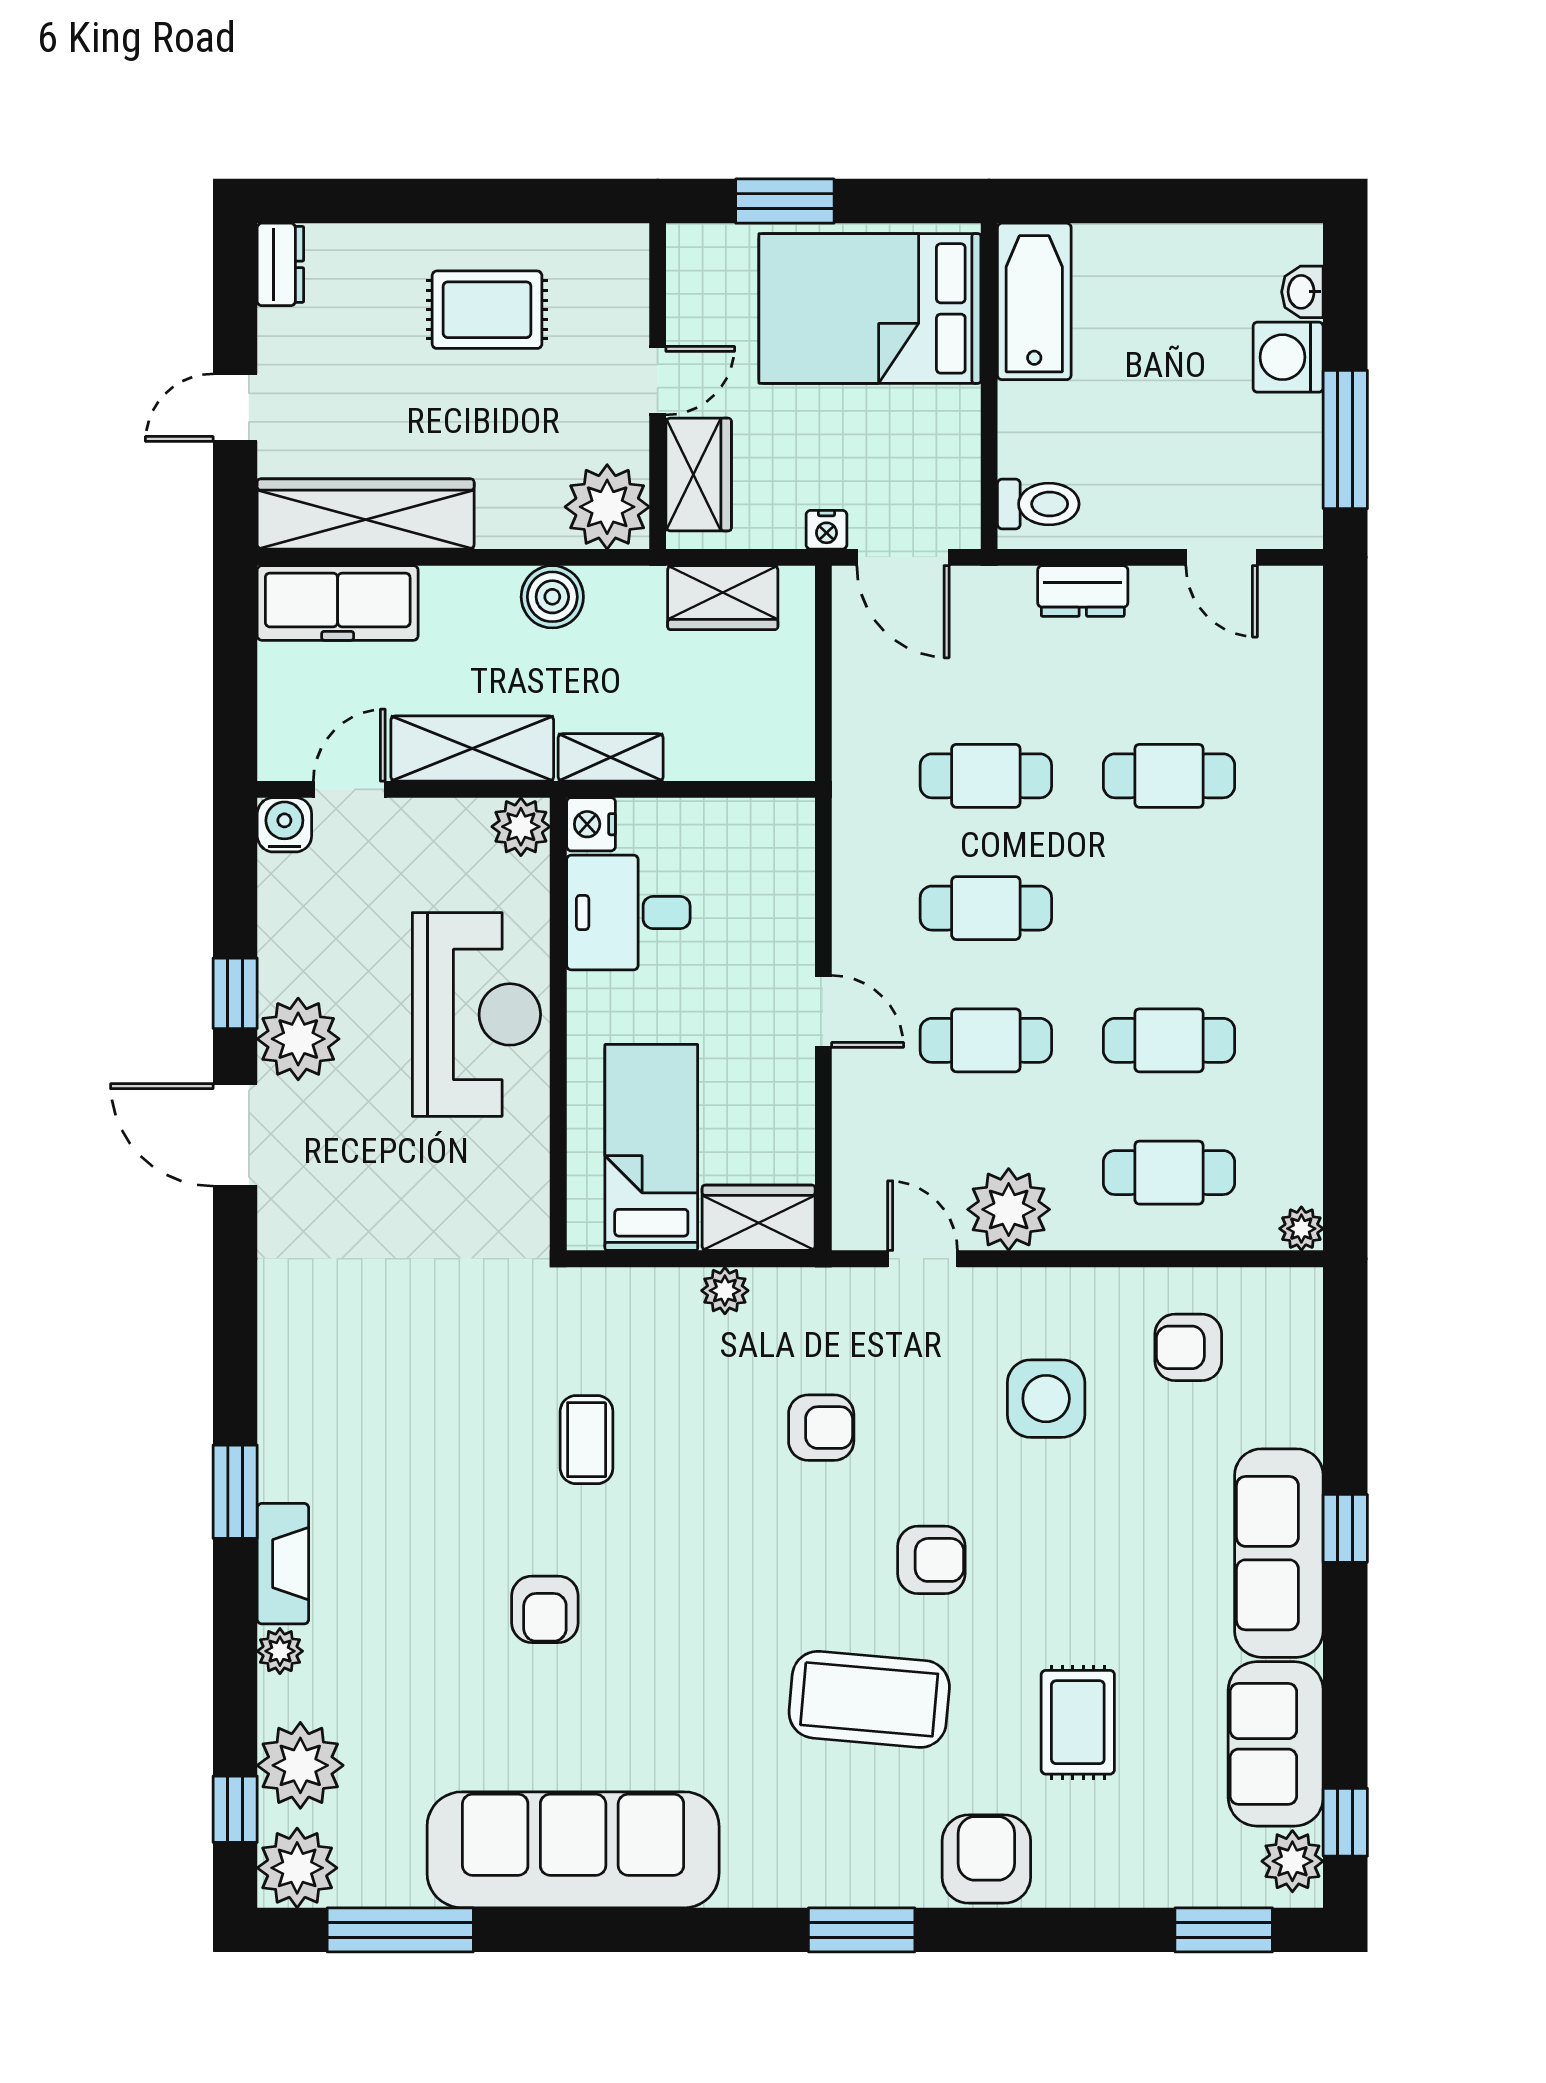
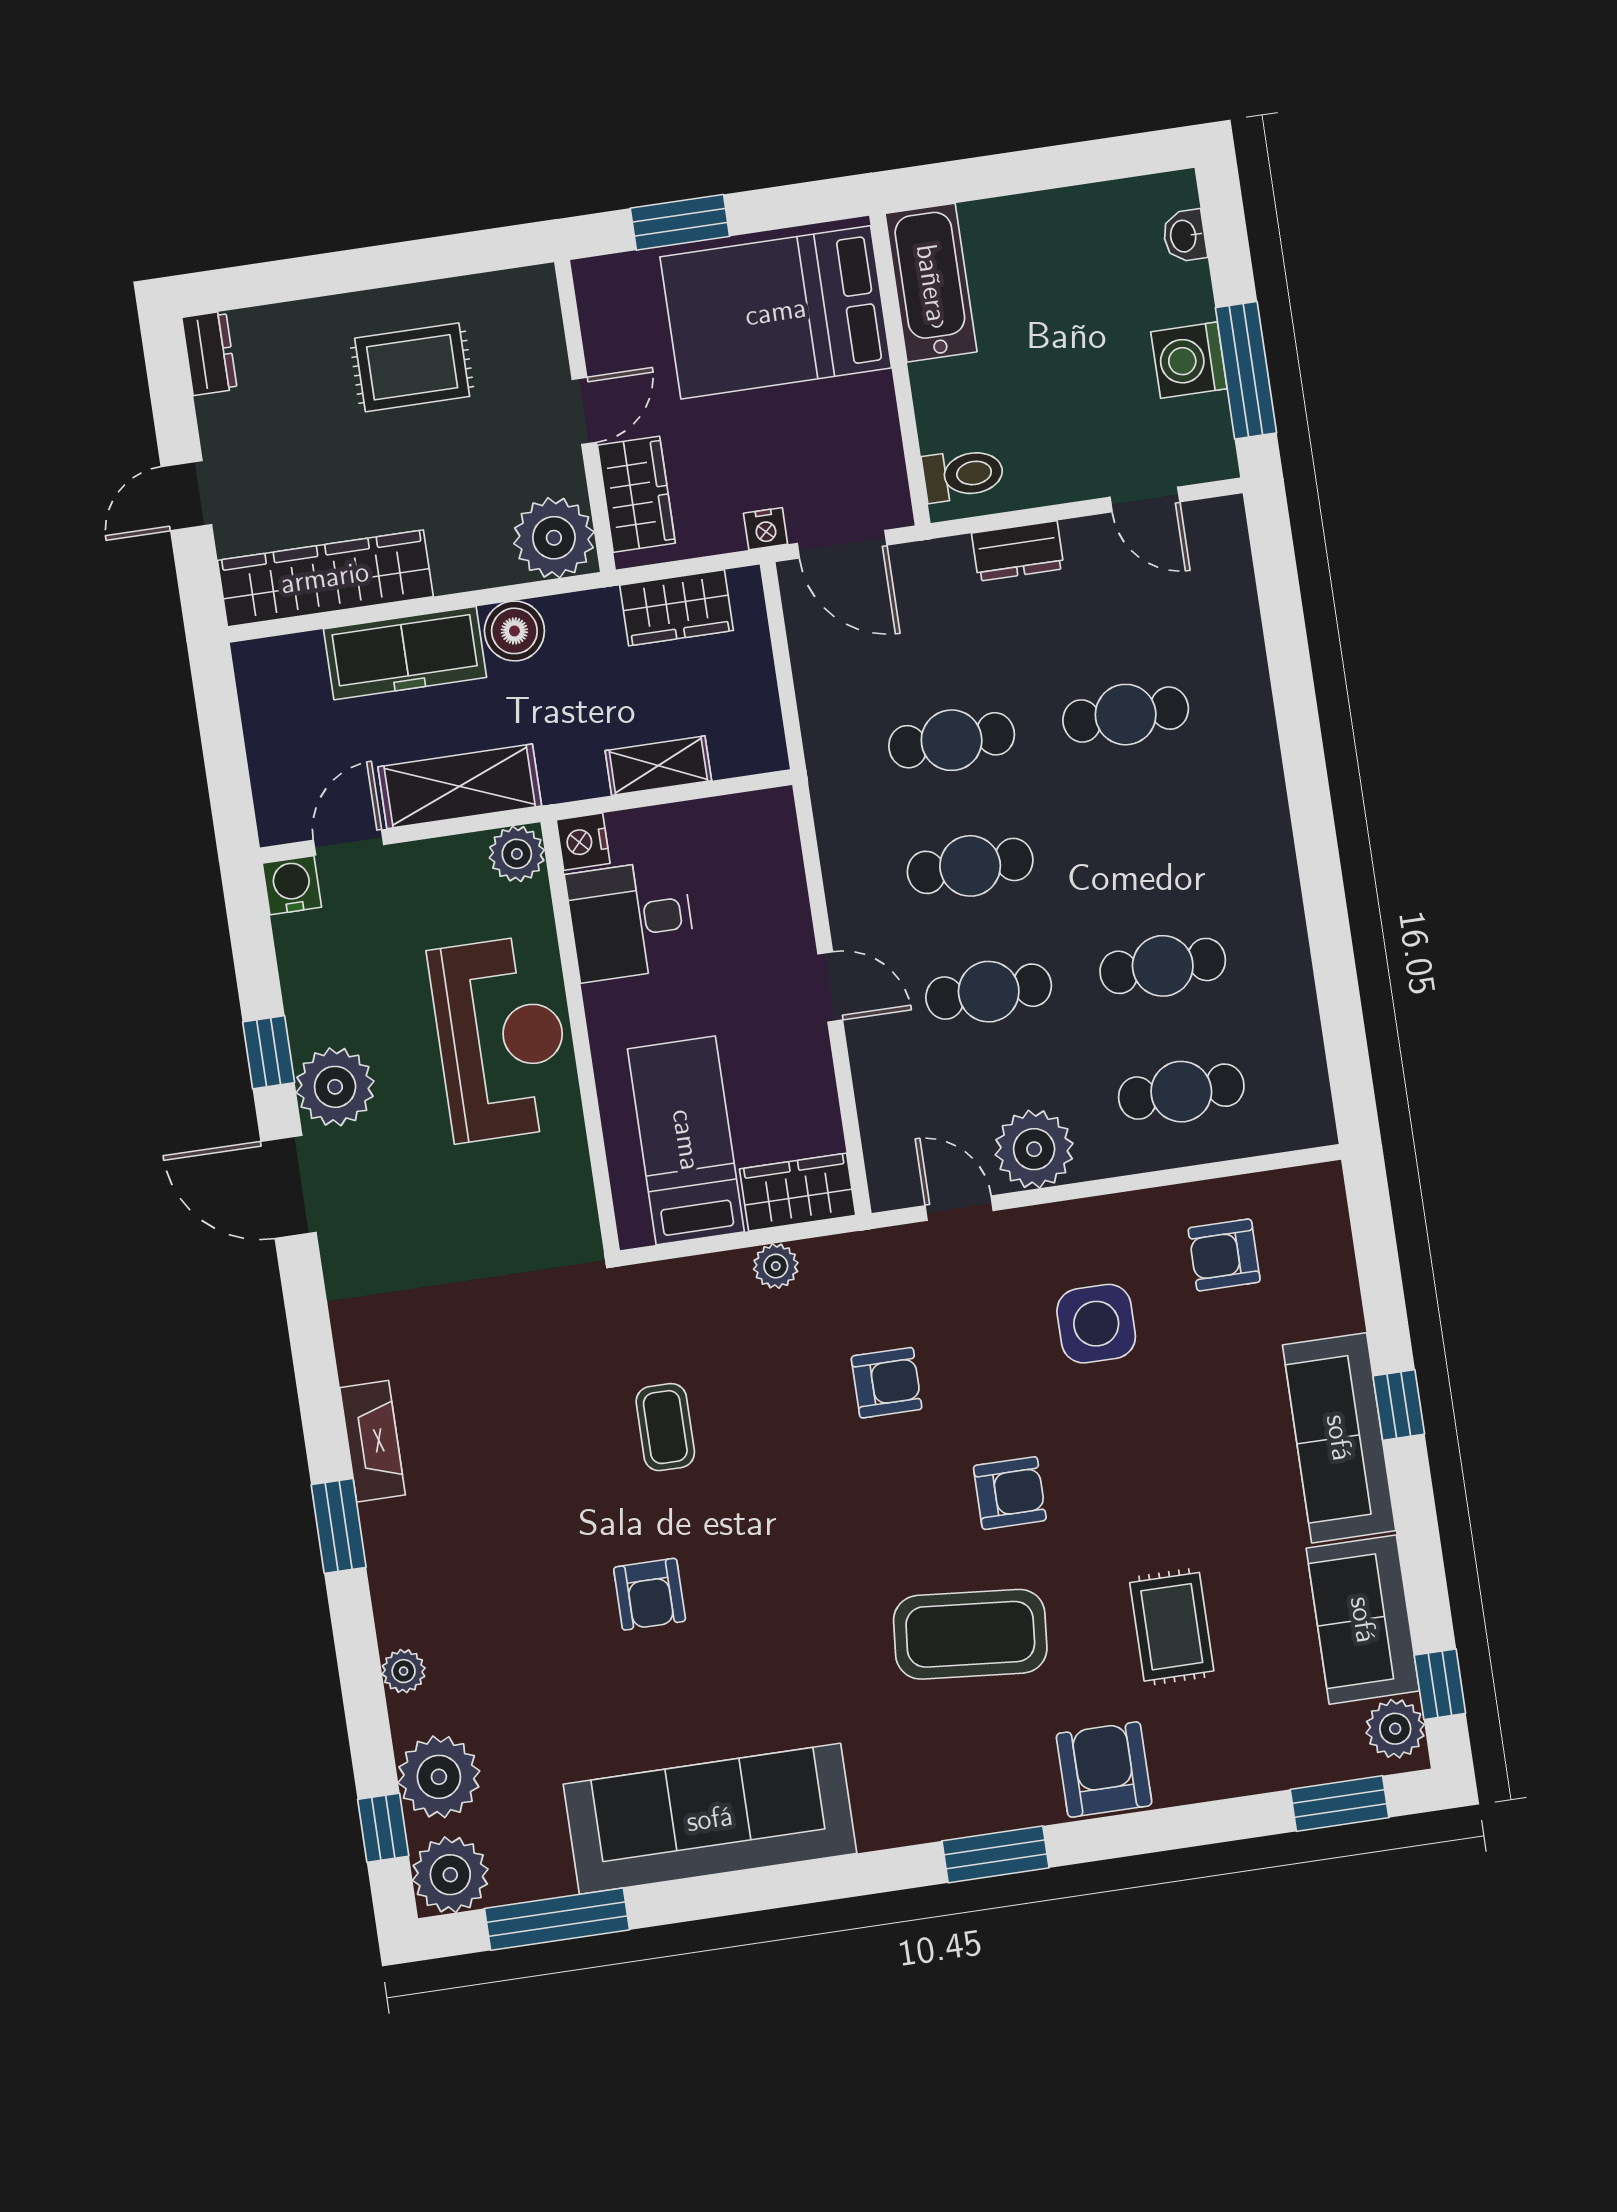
washing machine: (1288, 357) -> (1189, 360), moved
freezer: (338, 603) -> (405, 653), moved
shelving: (611, 757) -> (658, 766), moved
plant: (1301, 1229) -> (1315, 1126), removed
fireplace: (283, 1564) -> (373, 1441), moved

